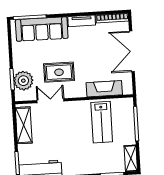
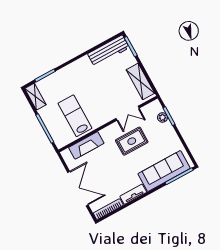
plant: (23, 81) -> (162, 117), width x0.53, depth x0.53

